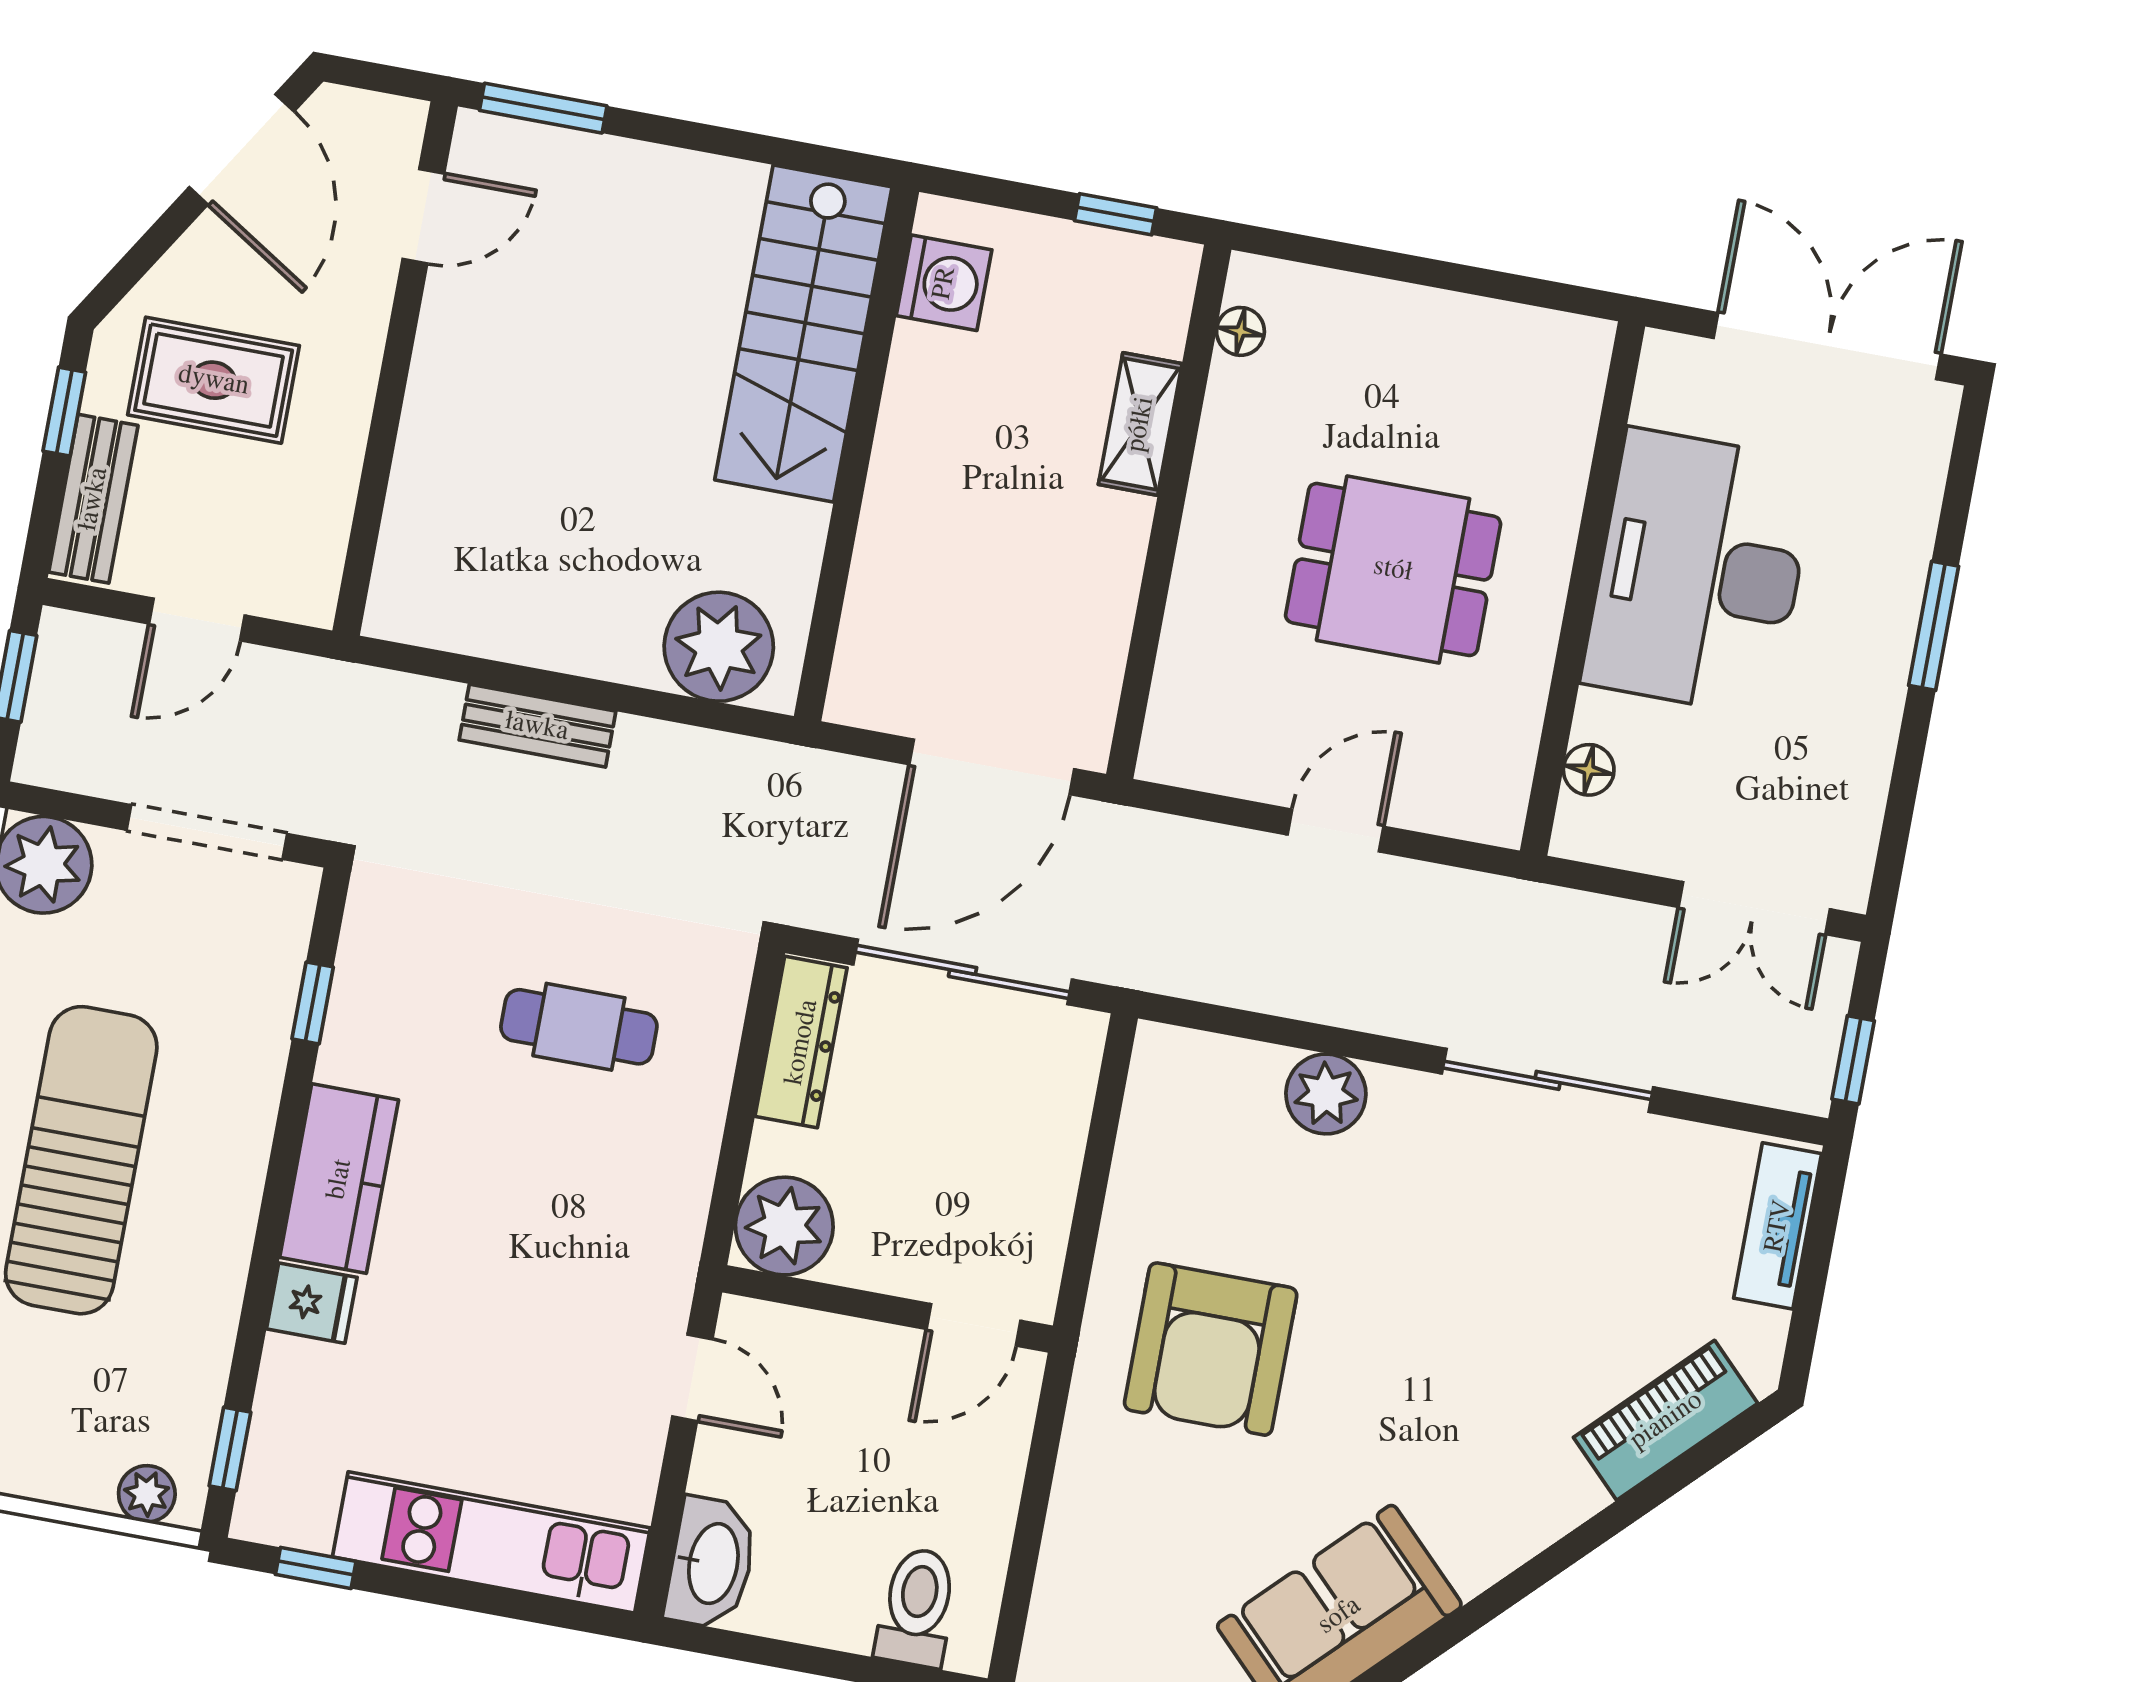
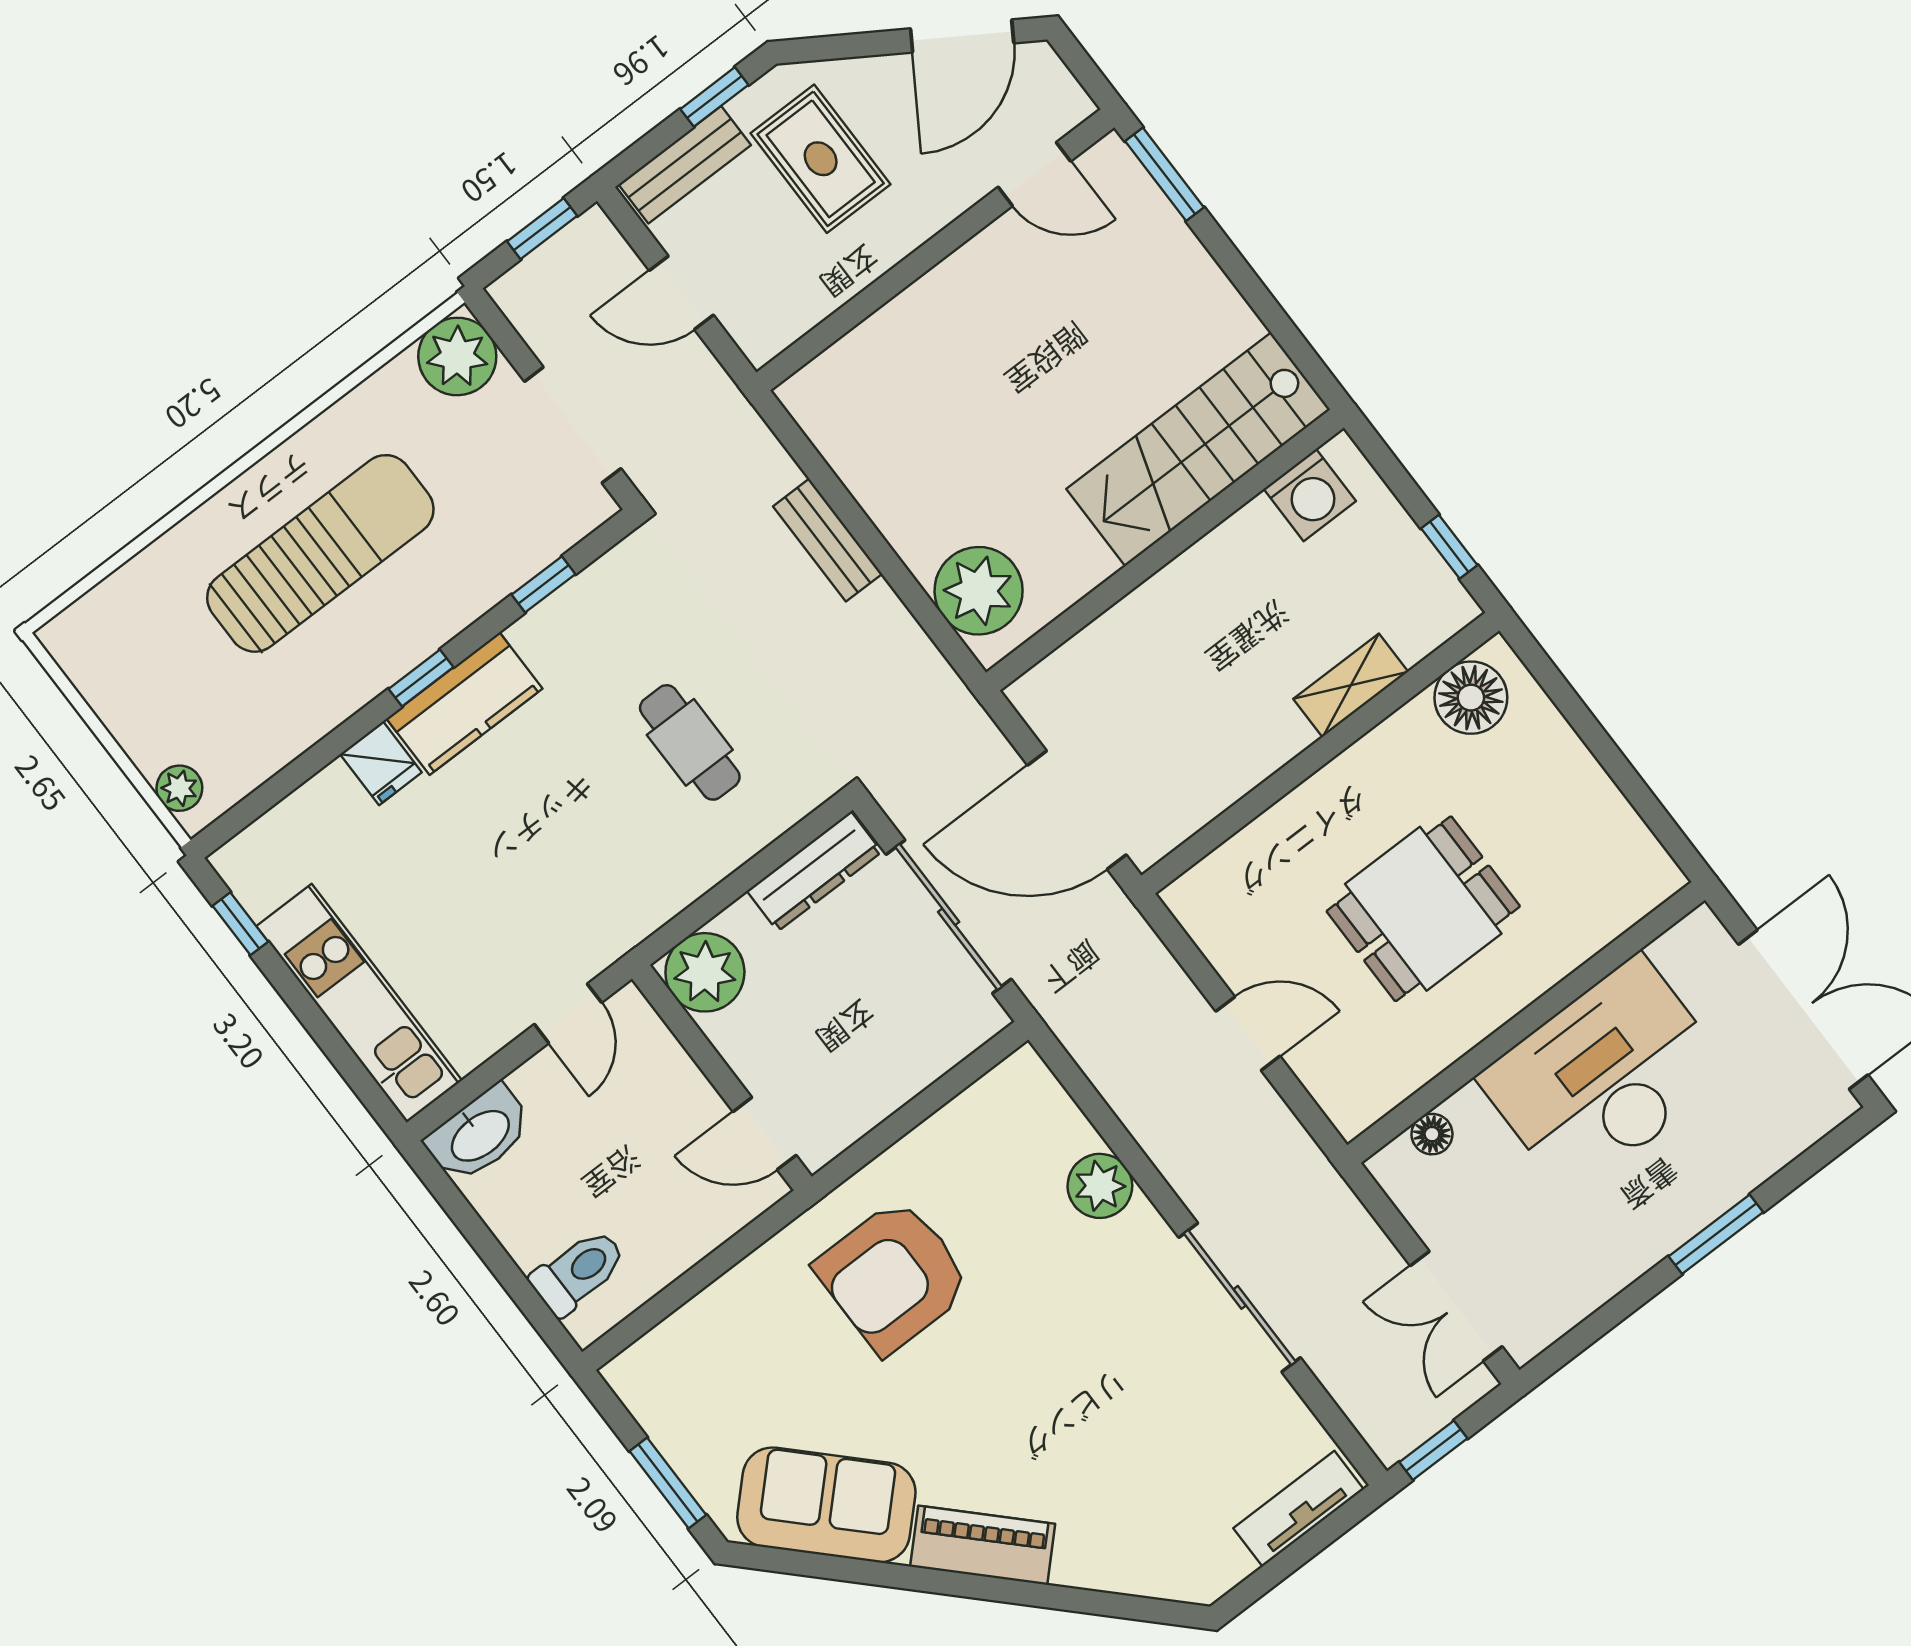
floor lamp: (1240, 331) -> (1471, 698), width x1.89, depth x1.89
dining table: (1393, 569) -> (1423, 909), turned 90
piano: (1666, 1420) -> (983, 1545), moved
window: (230, 1449) -> (421, 678), moved

